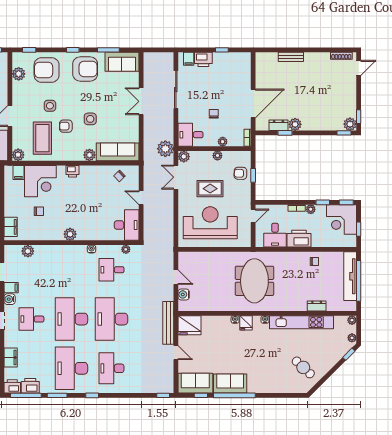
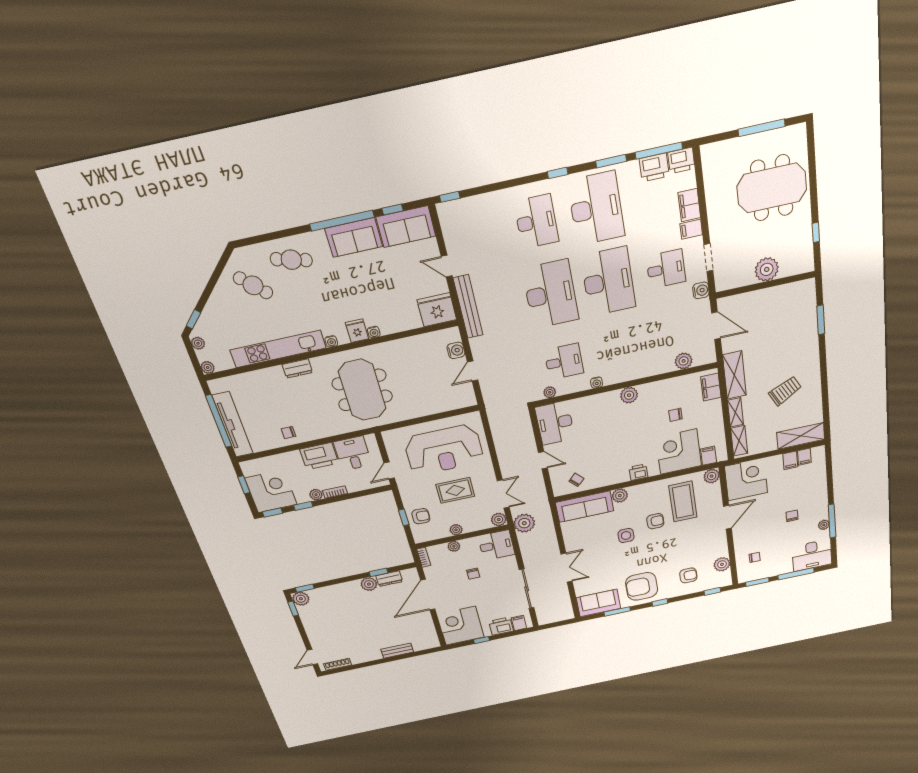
corner desk: (235, 68) -> (461, 626), added
armchair: (47, 70) -> (688, 575), width x0.53, depth x0.53
side table: (50, 106) -> (679, 539), removed
door: (176, 277) -> (473, 371), hinge flipped
filing cabinet: (11, 288) -> (691, 229), moved
dresser: (317, 306) -> (297, 368), moved
cafe table: (274, 378) -> (291, 260), added

